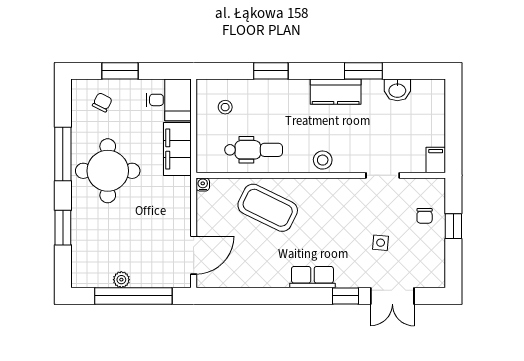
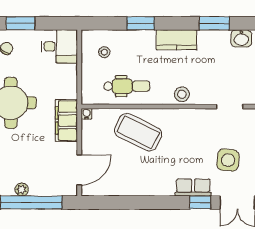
kitchen counter: (336, 92) -> (177, 40), moved
filing cabinet: (177, 149) -> (66, 121), moved
side table: (381, 243) -> (228, 160), width x1.87, depth x1.87
row of seats: (312, 277) -> (193, 187), moved

